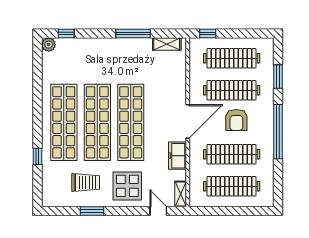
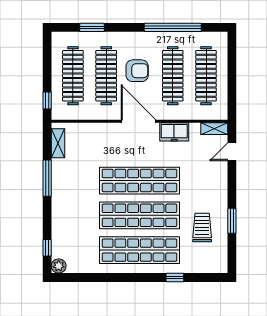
window: (278, 132) -> (173, 27), moved
display table: (127, 186) -> (206, 184), removed

